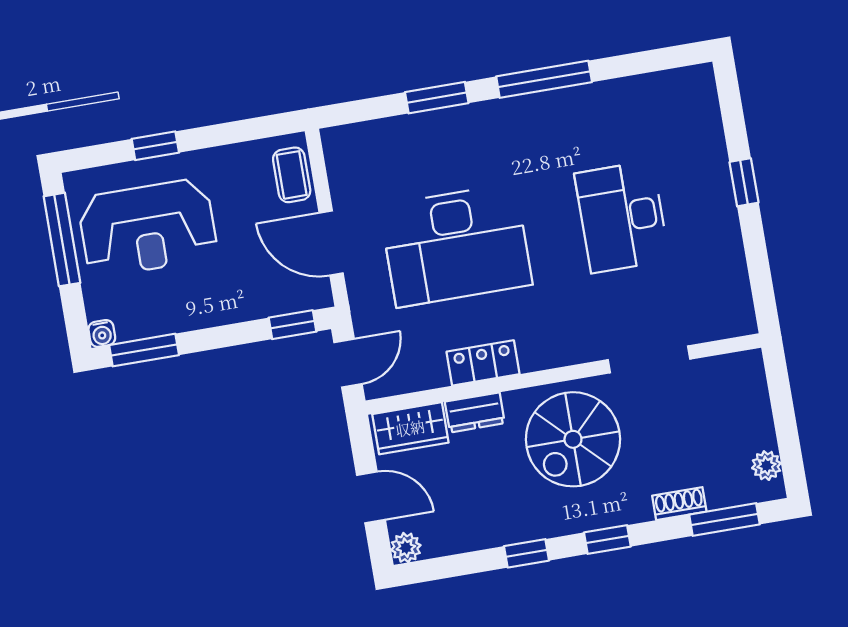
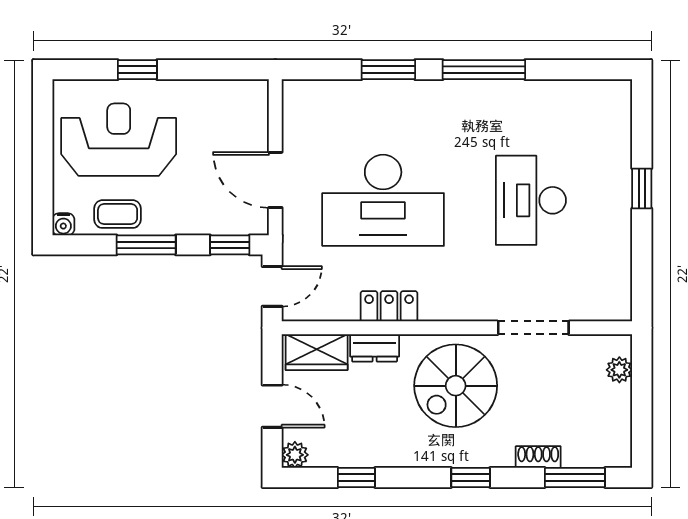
coffee table: (292, 175) -> (118, 214), moved, turned 90
reception desk: (148, 228) -> (119, 140), turned 180
window: (62, 240) -> (43, 137), removed
window: (144, 350) -> (146, 245), moved
plant: (766, 466) -> (619, 370), moved
window: (526, 553) -> (356, 478), moved

